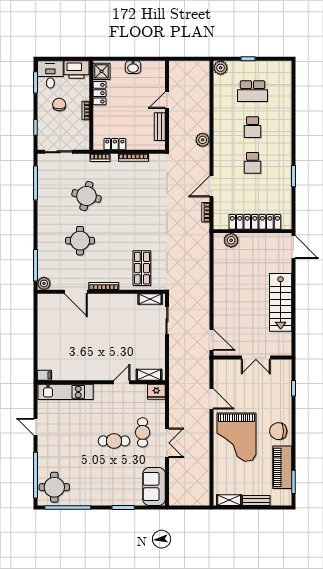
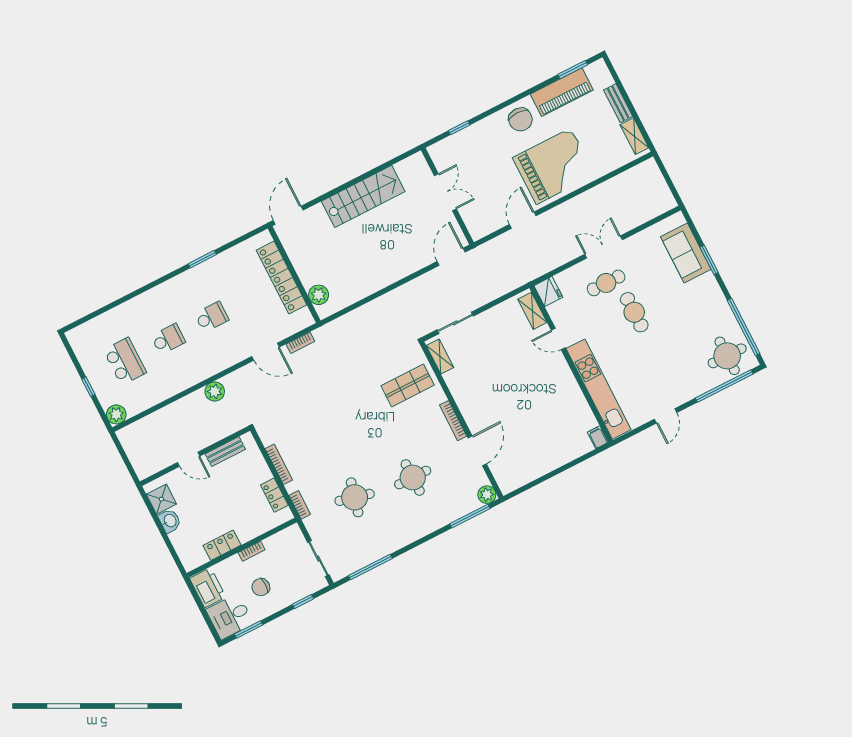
shower: (102, 71) -> (161, 499), moved
kitchen unit: (66, 392) -> (599, 389), width x1.36
sofa: (154, 486) -> (686, 253), moved, turned 90

